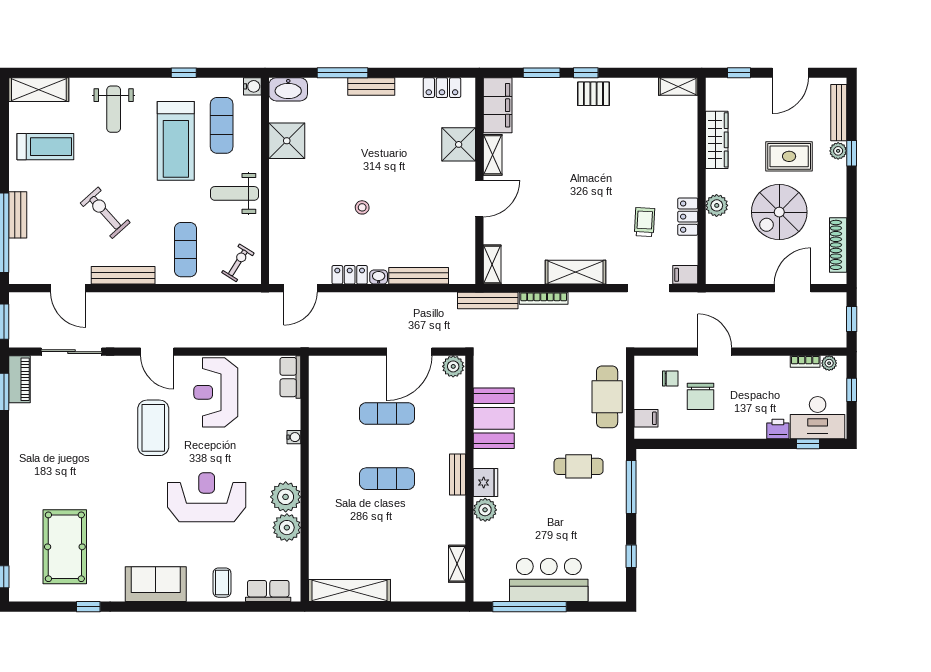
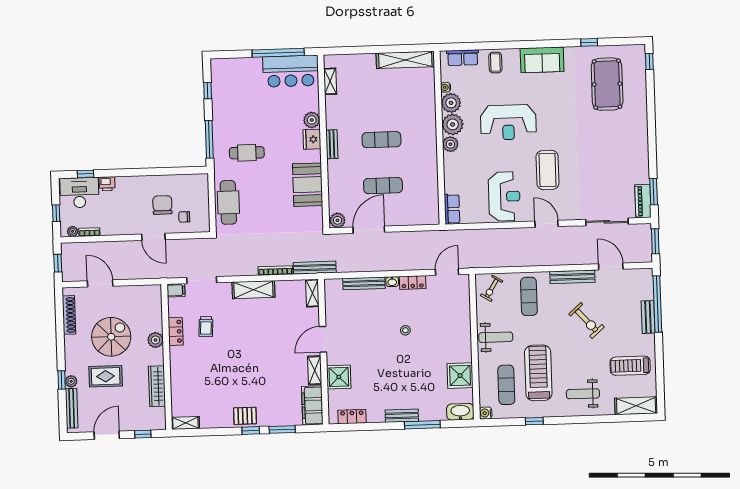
weight bench: (114, 109) -> (583, 394), turned -90
door: (793, 288) -> (100, 283), swing flipped
filing cabinet: (646, 418) -> (200, 188), removed
water cooler: (294, 437) -> (446, 87), moved
plant: (290, 469) -> (450, 144), added
bar counter: (549, 580) -> (291, 71), moved

